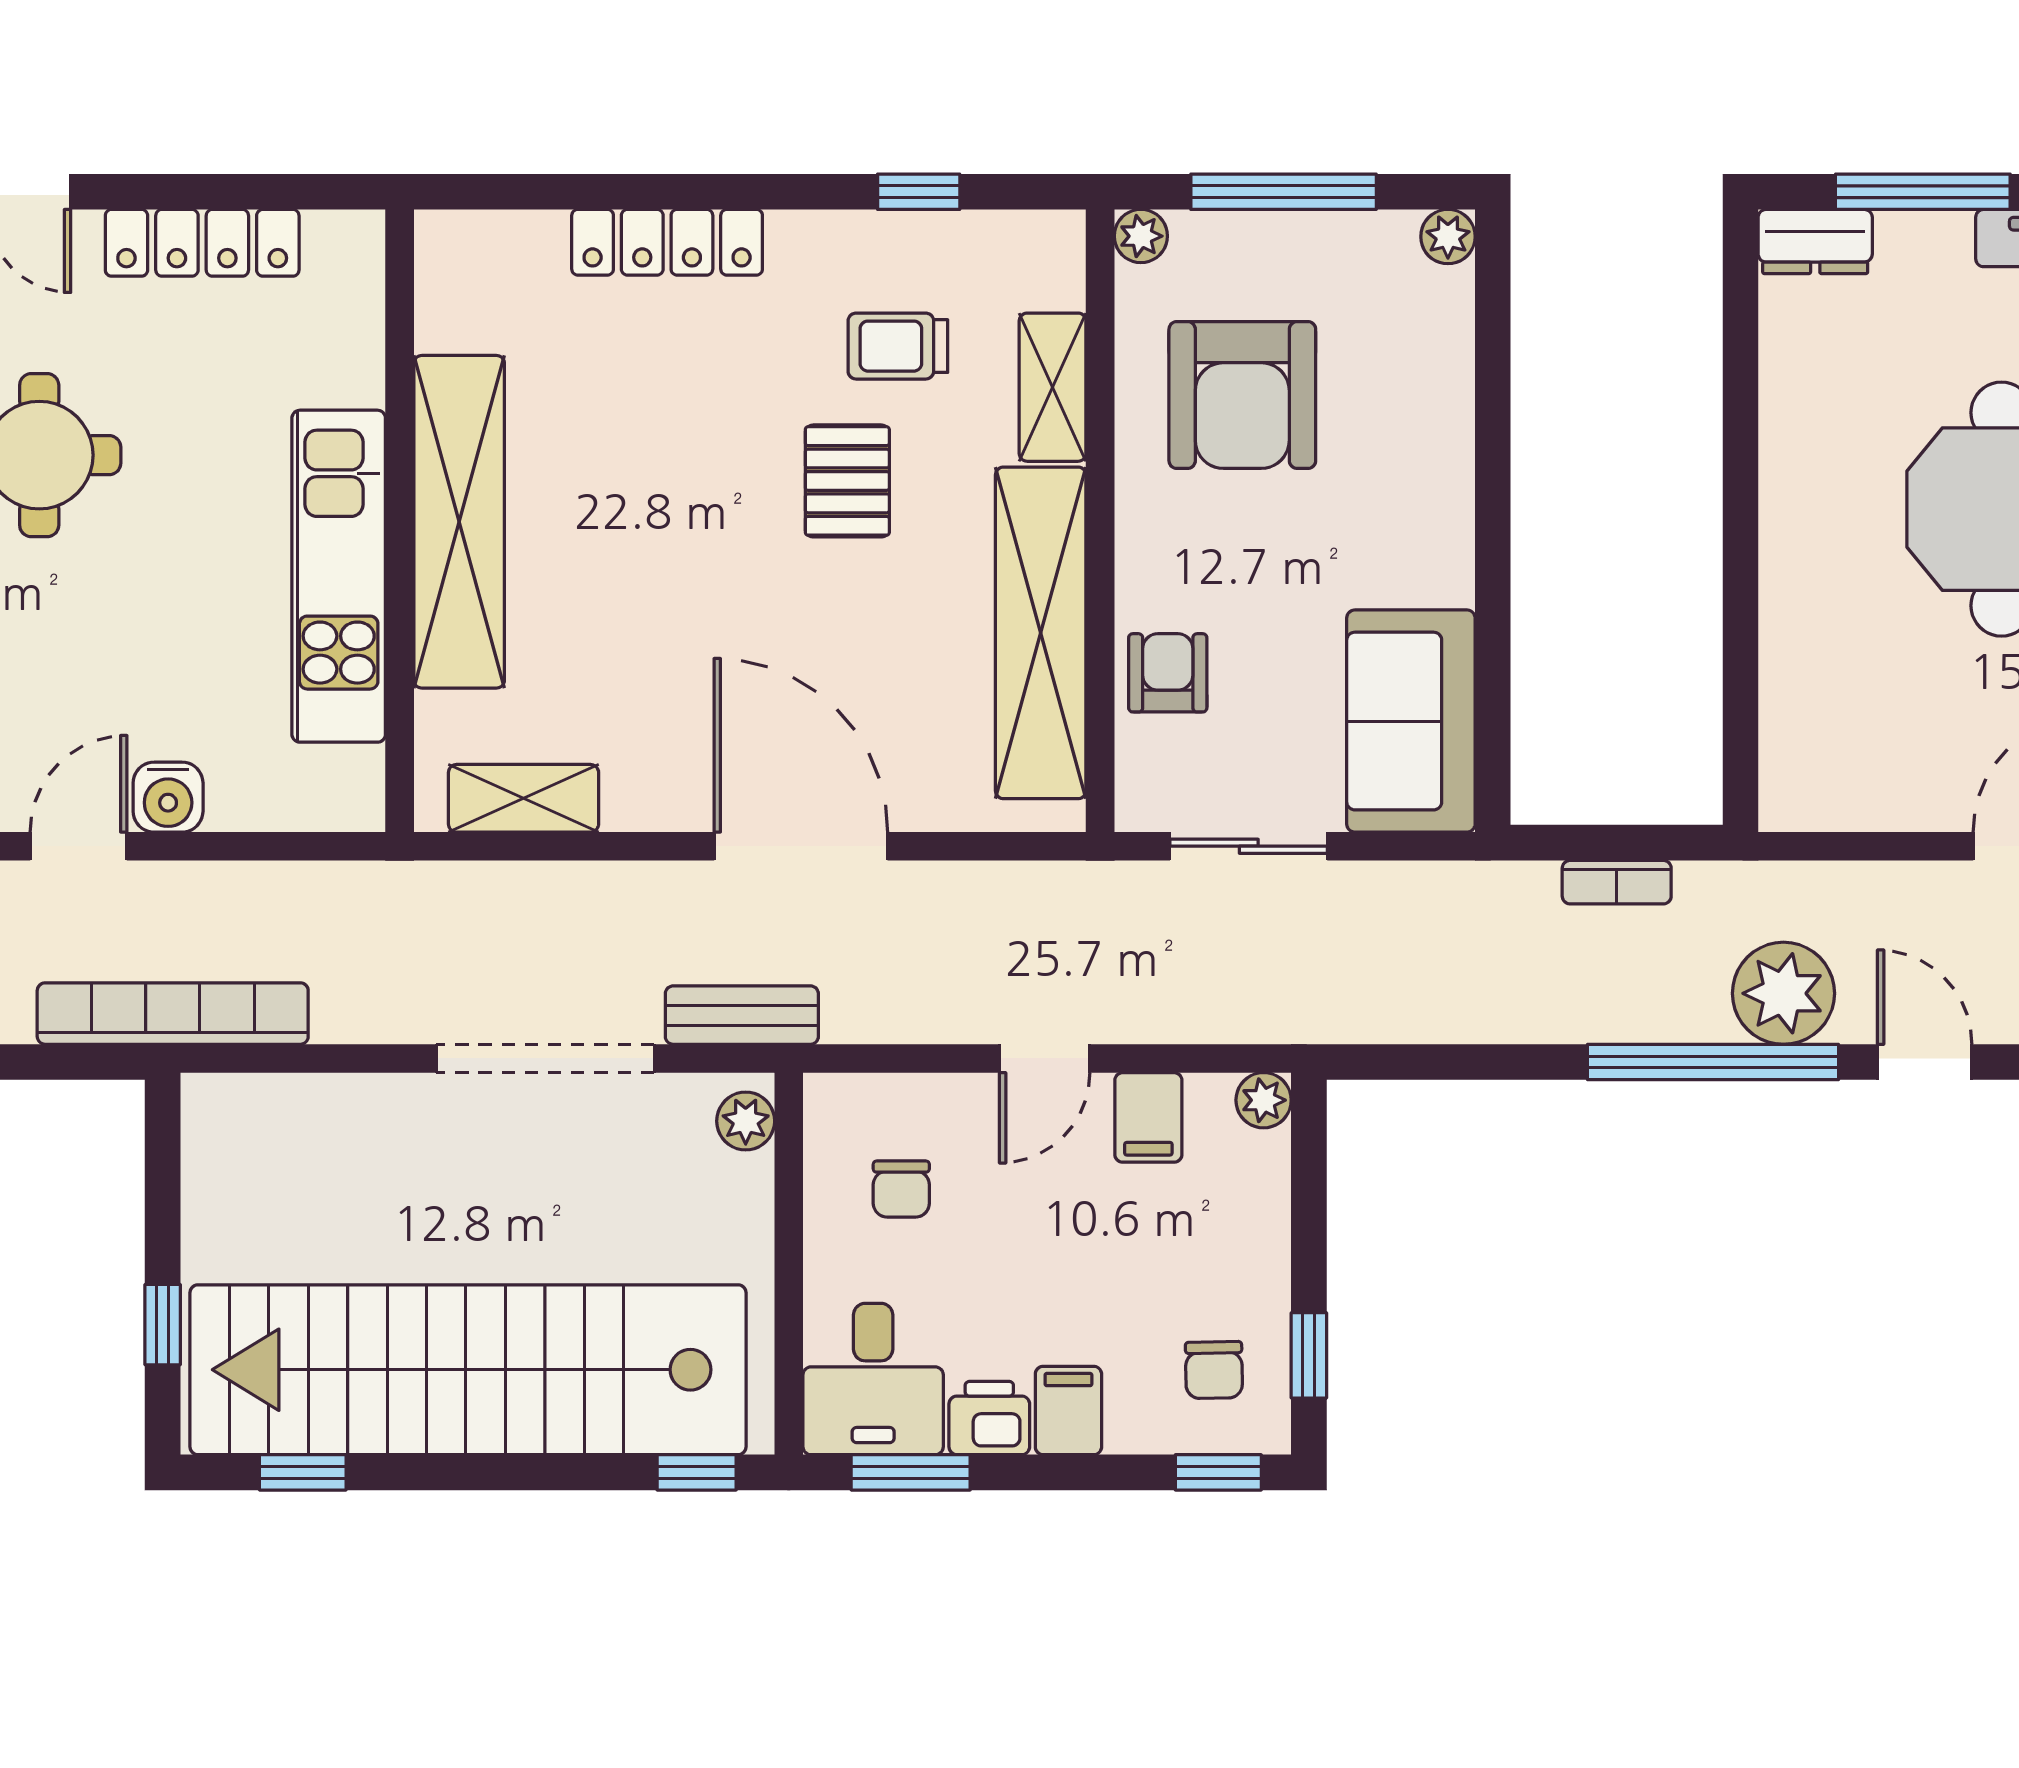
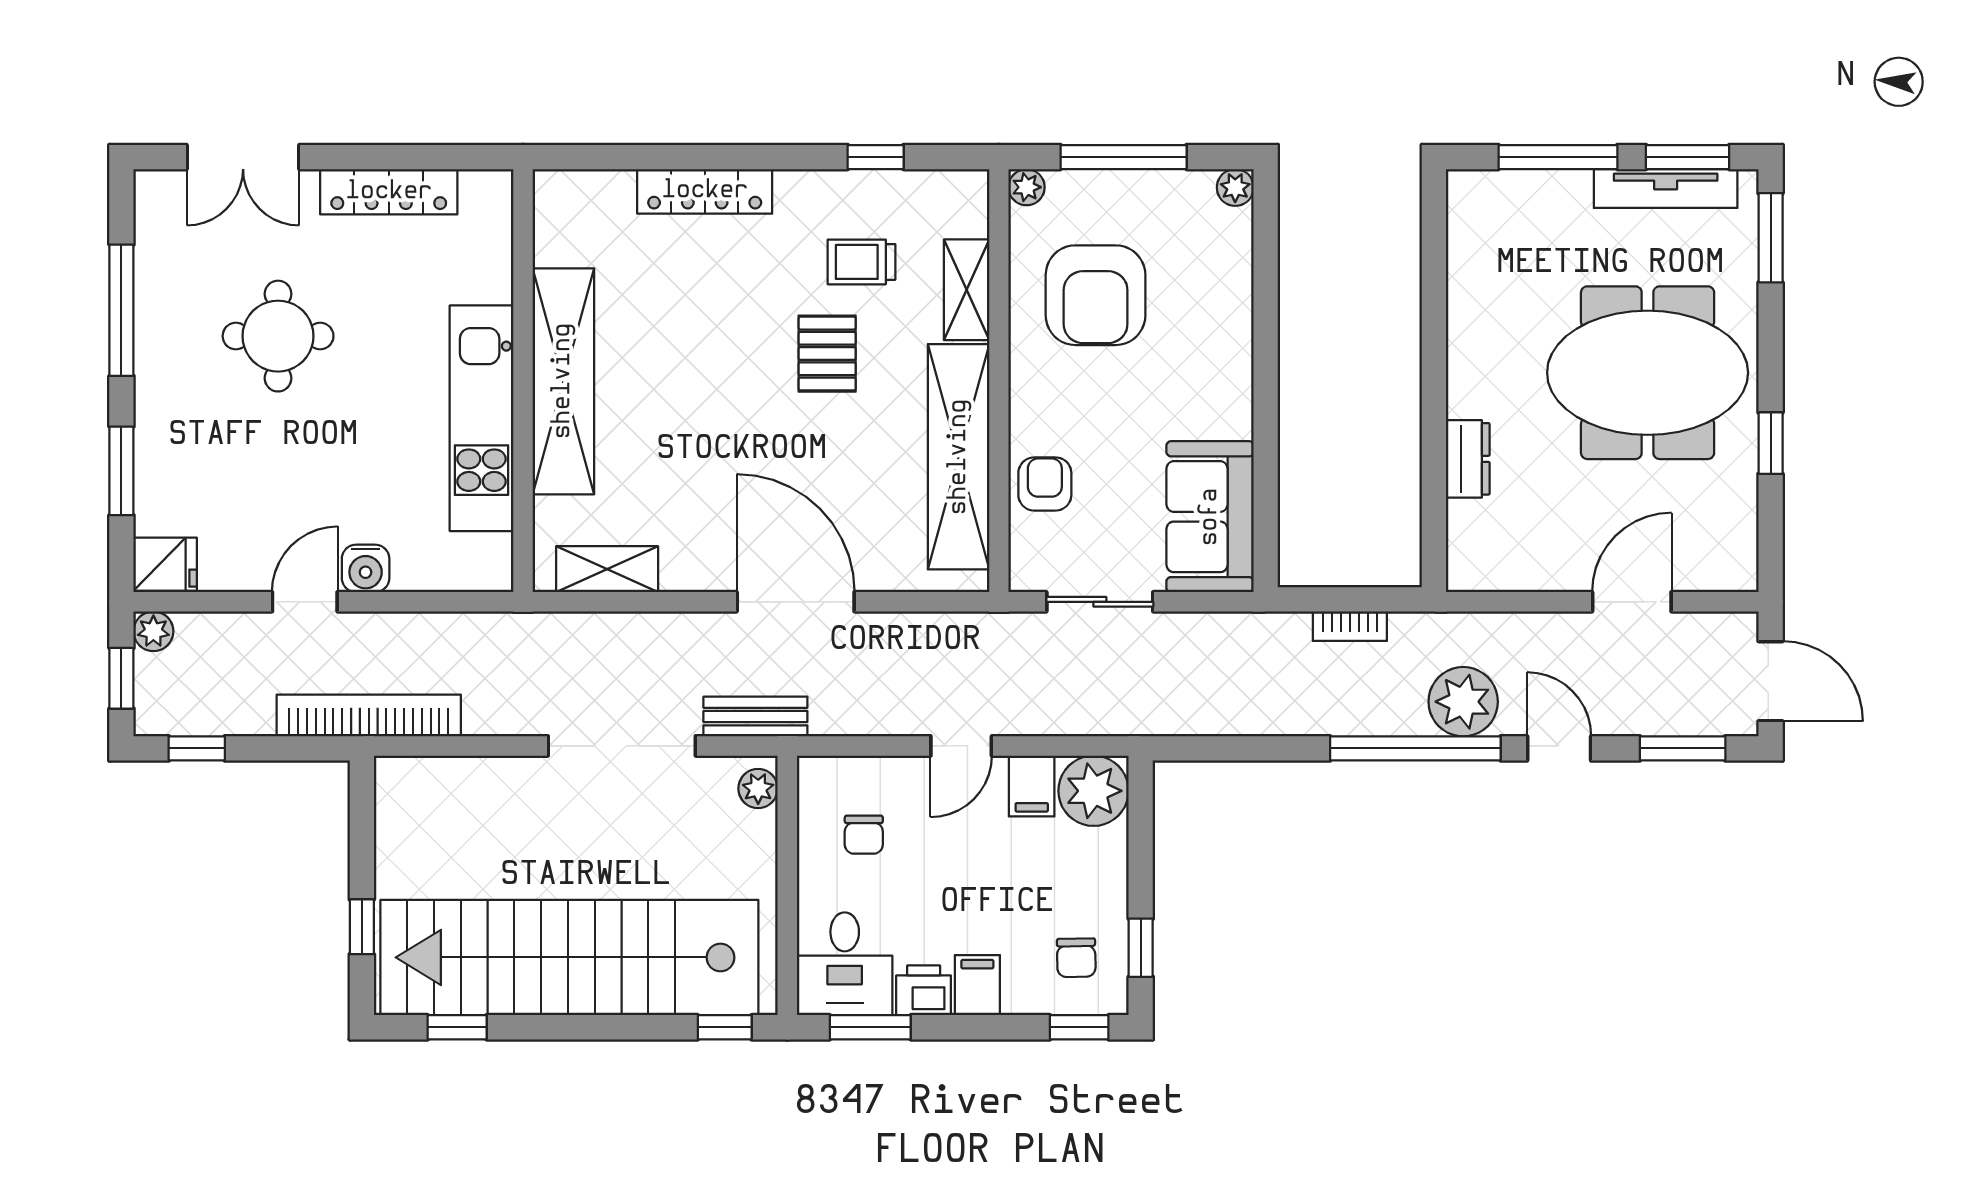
dresser: (1815, 242) -> (1468, 459), moved, turned -90
plant: (1264, 1100) -> (1094, 791), width x1.87, depth x1.87

